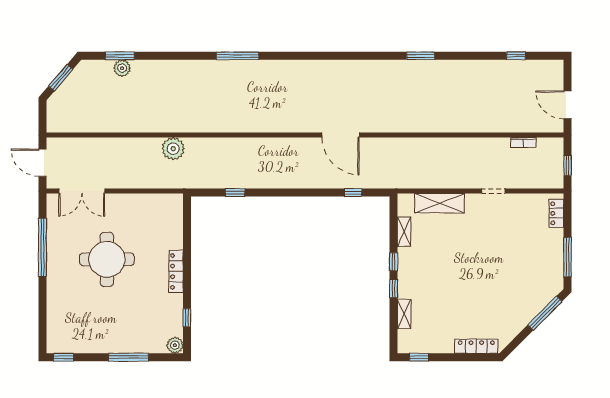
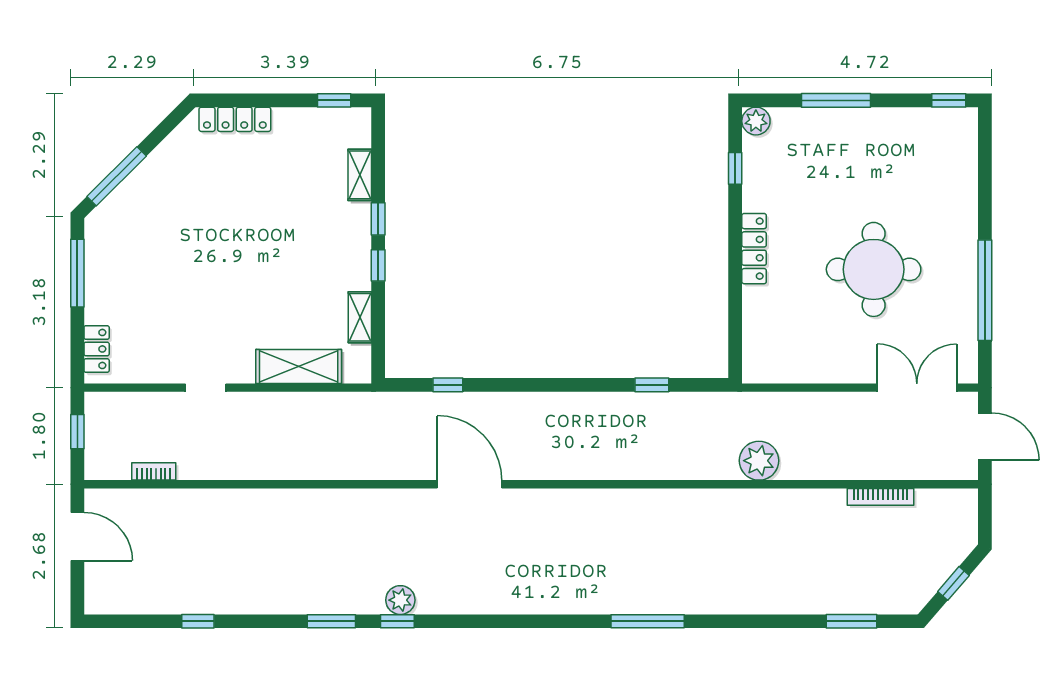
window: (382, 56) -> (397, 621), added
window: (516, 56) -> (198, 621), moved
plant: (122, 68) -> (400, 600), moved
window: (61, 78) -> (953, 583), width x0.67
bookcase: (103, 128) -> (881, 497), added

